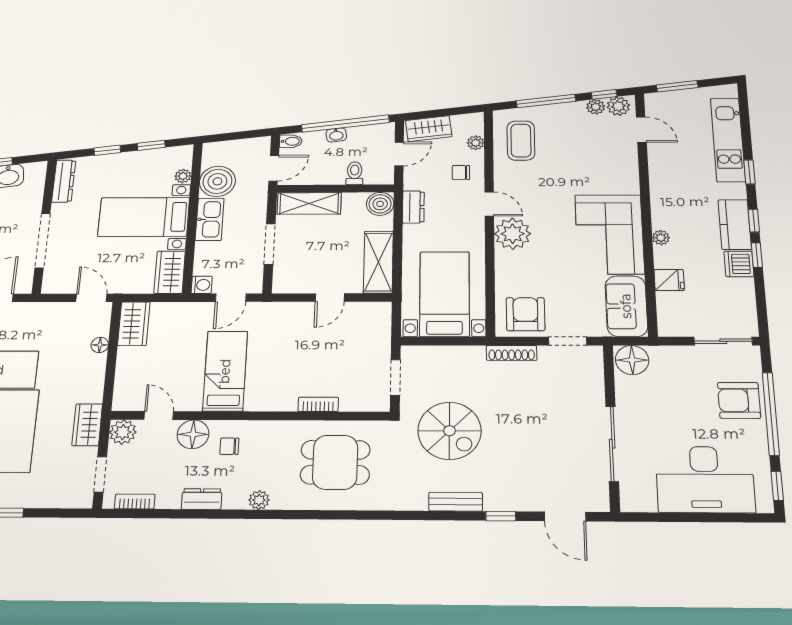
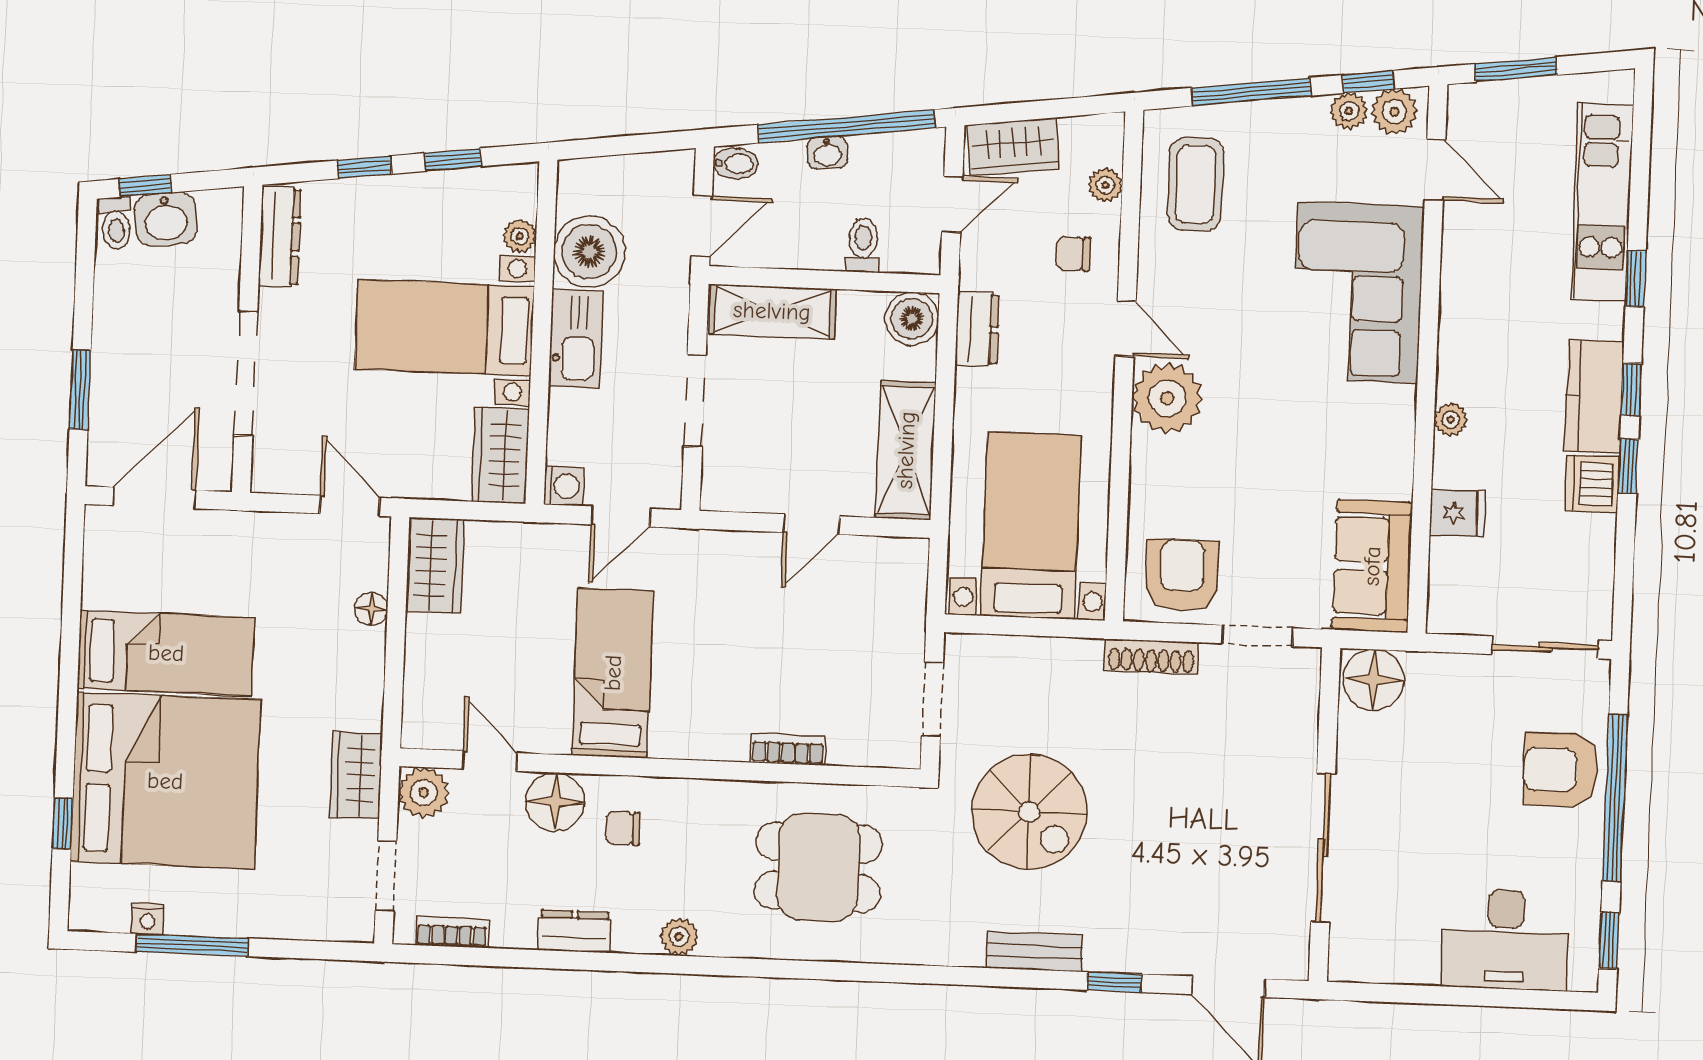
corner sofa: (609, 234) -> (1358, 293), moved
desk: (705, 479) -> (1505, 939), width x0.73, depth x0.77

